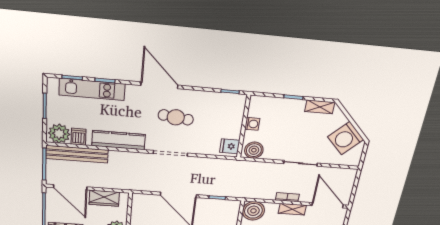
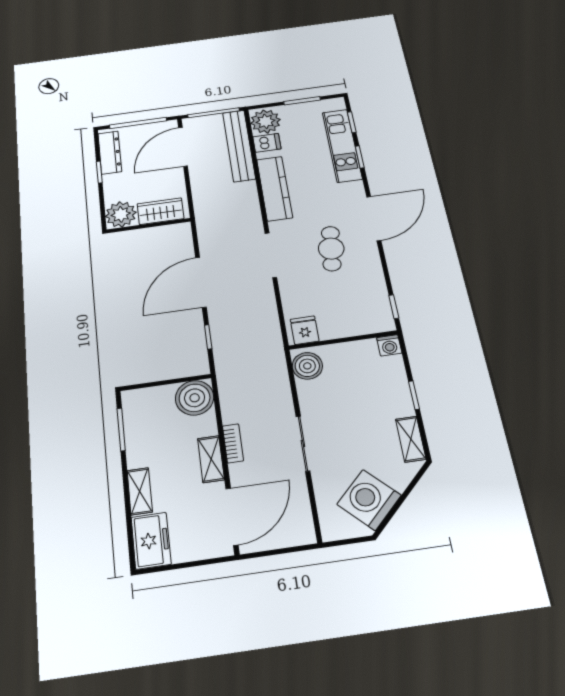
washing machine: (252, 124) -> (389, 345), moved
wardrobe: (104, 198) -> (160, 211), moved, turned 90

